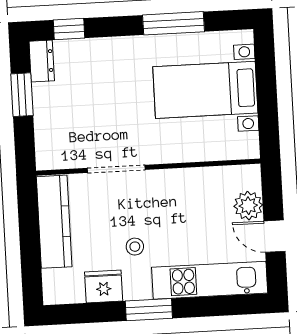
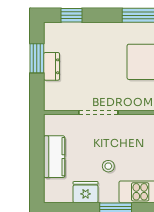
dresser: (42, 61) -> (52, 66), moved
kitchen counter: (54, 222) -> (54, 157), width x0.67

